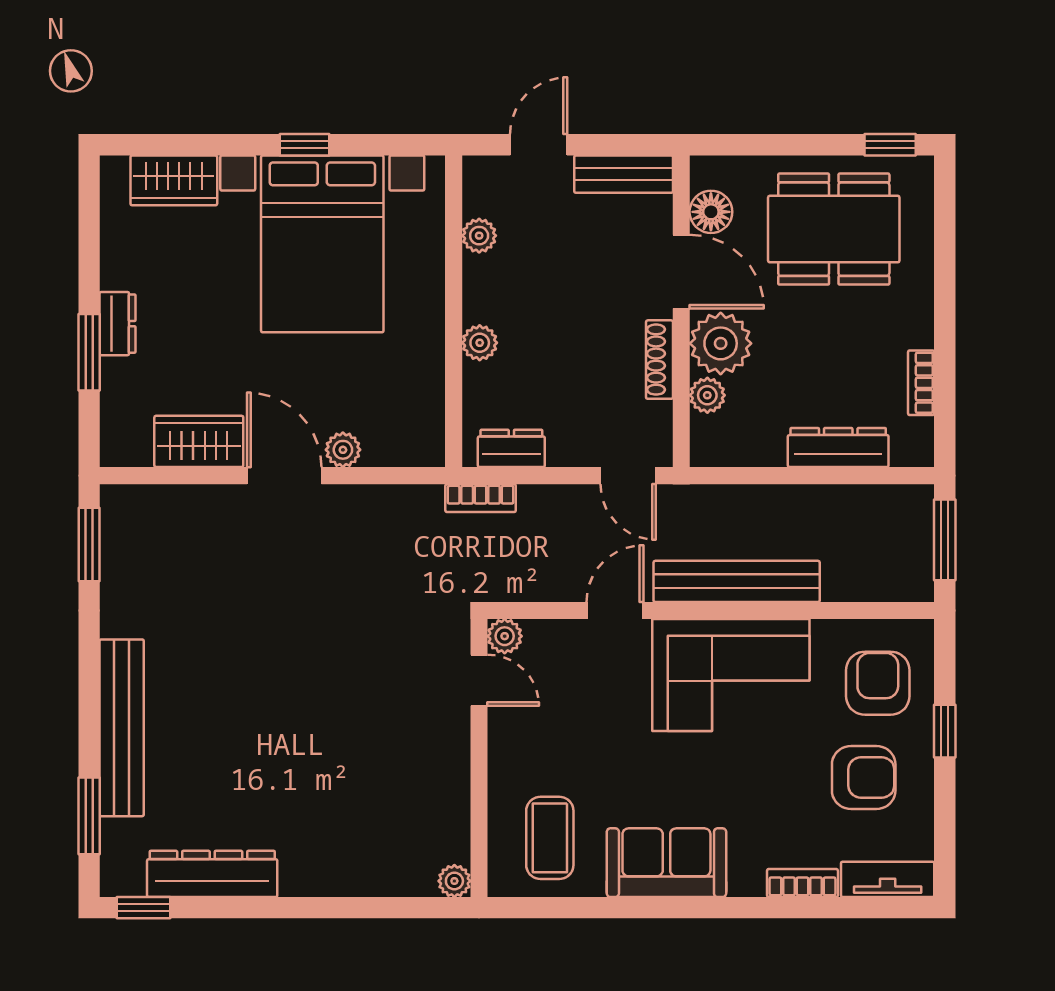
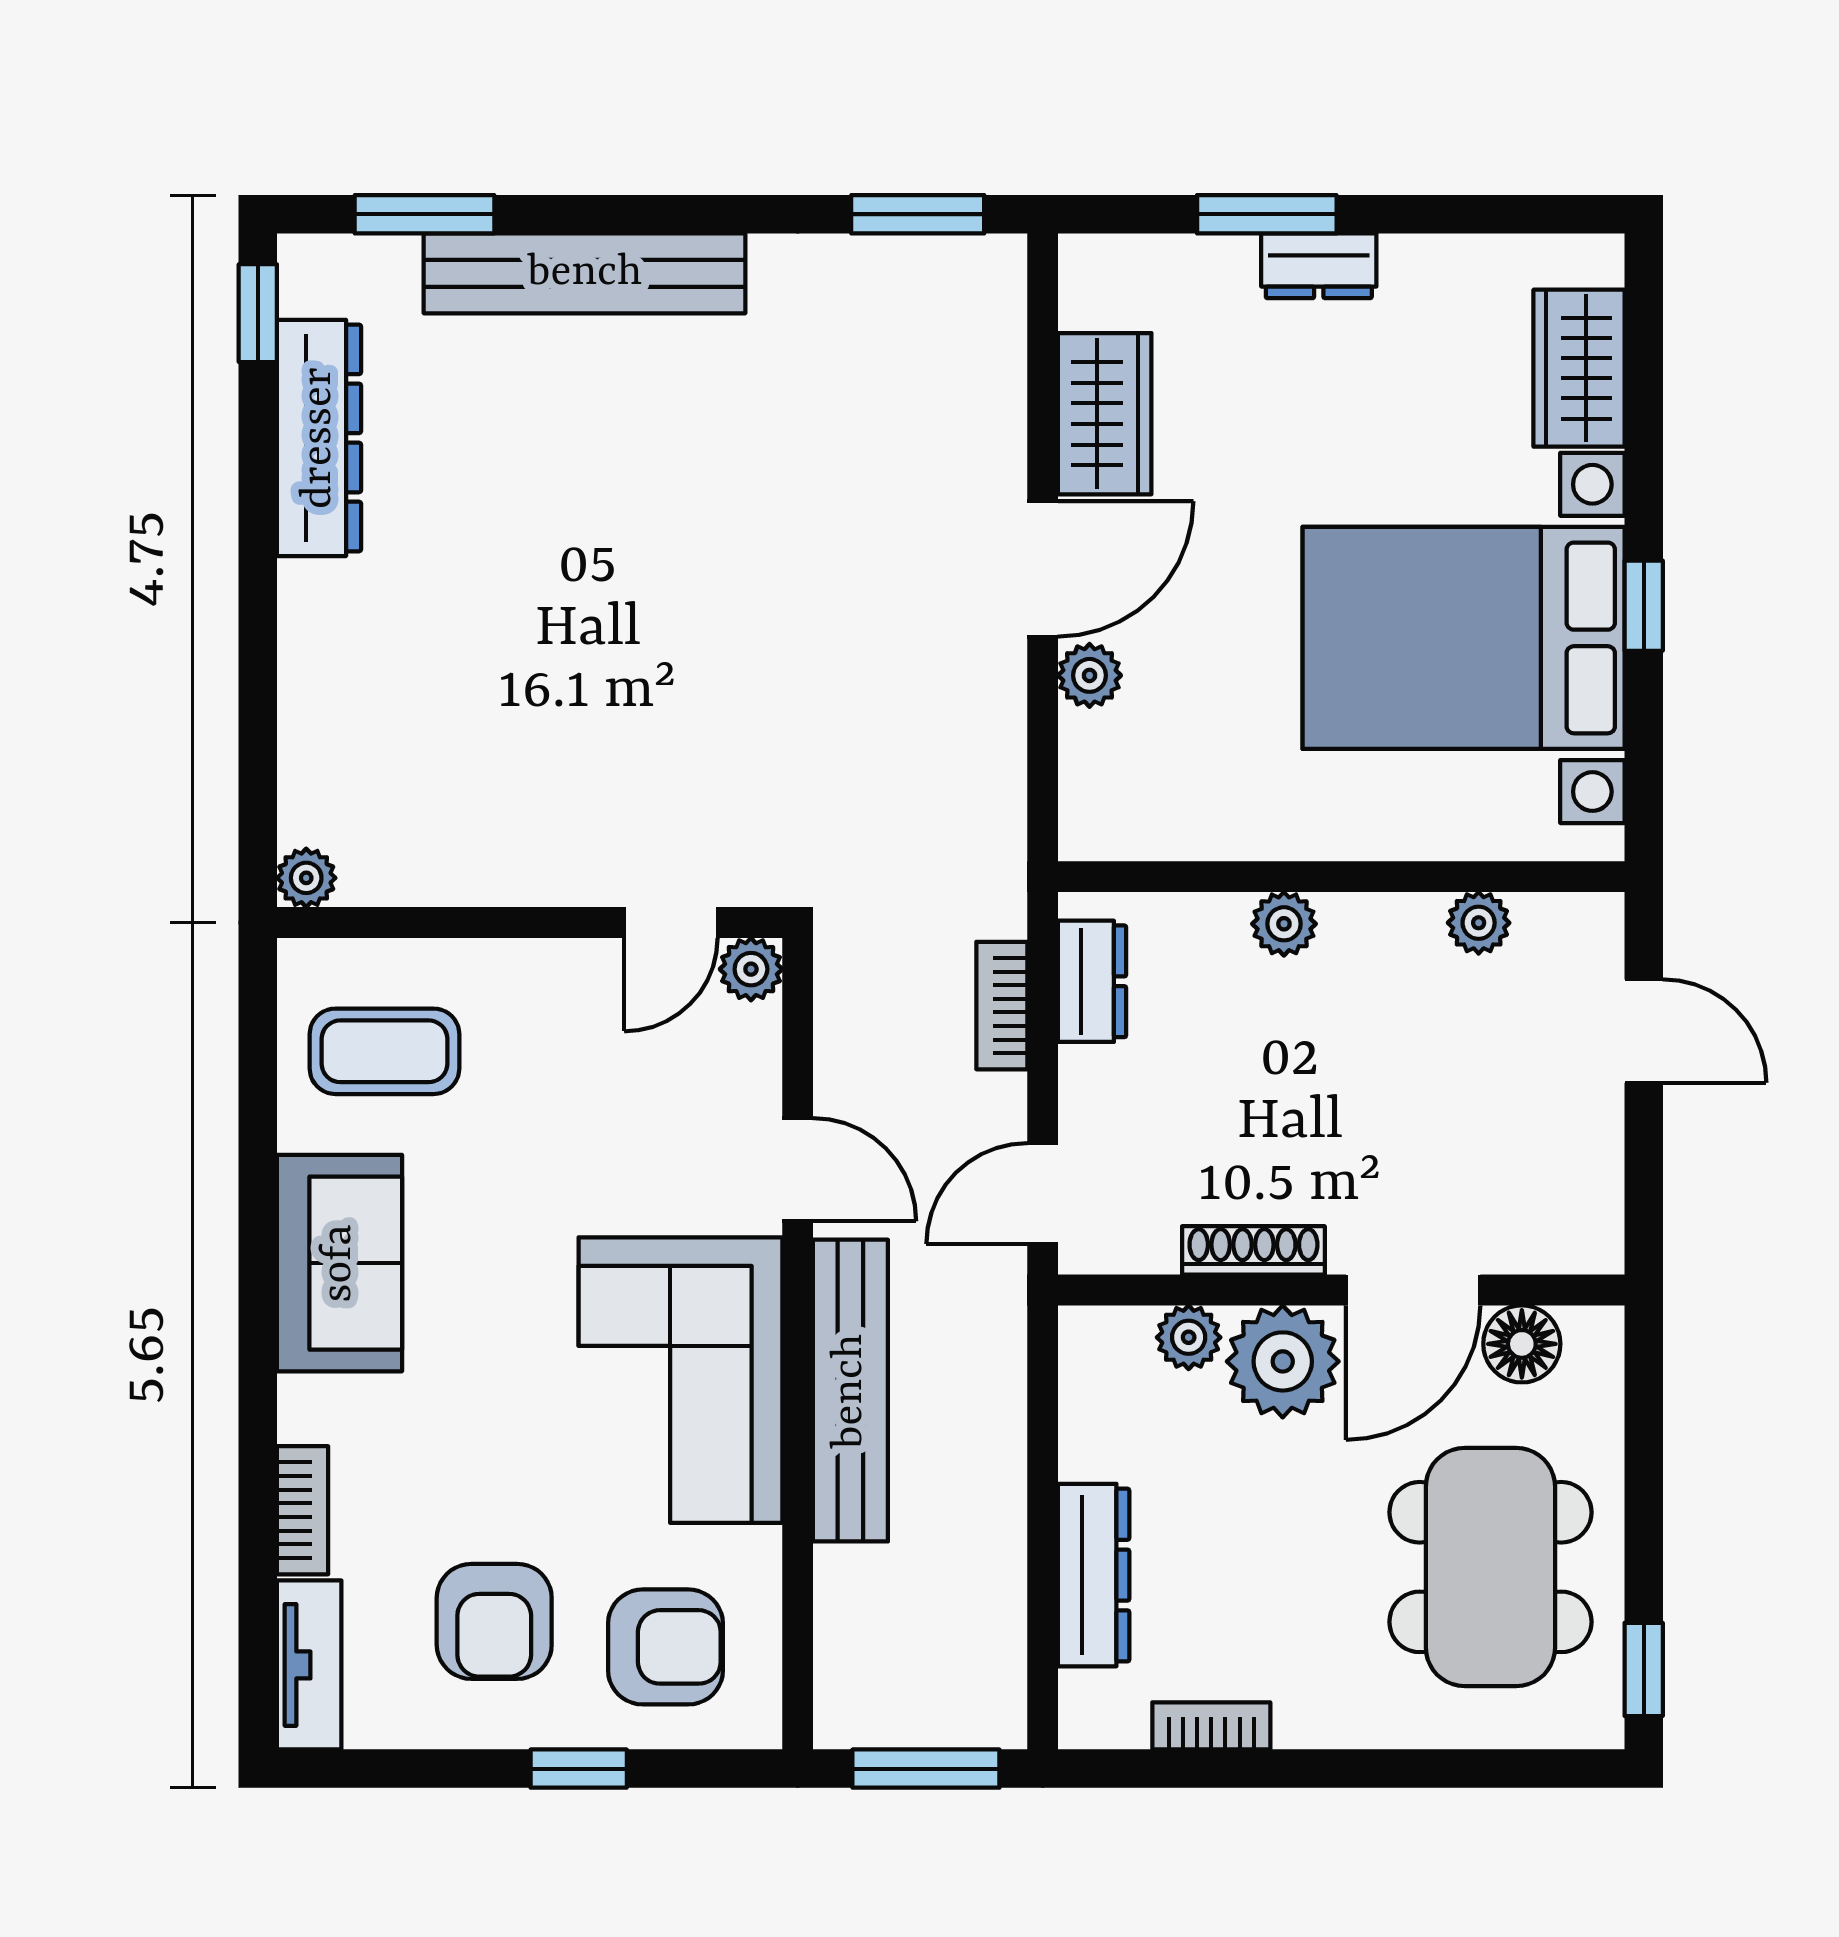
bench: (624, 174) -> (1590, 1185), removed
bookcase: (481, 498) -> (1002, 1006), moved

